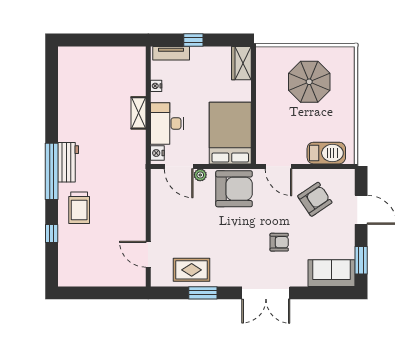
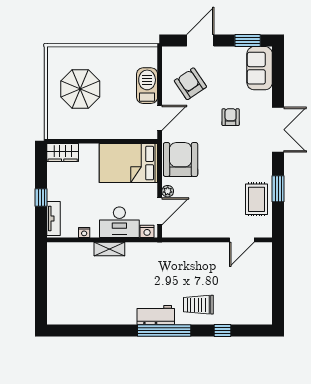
barbecue: (326, 153) -> (147, 86), moved
trolley: (79, 208) -> (198, 305), turned 180

